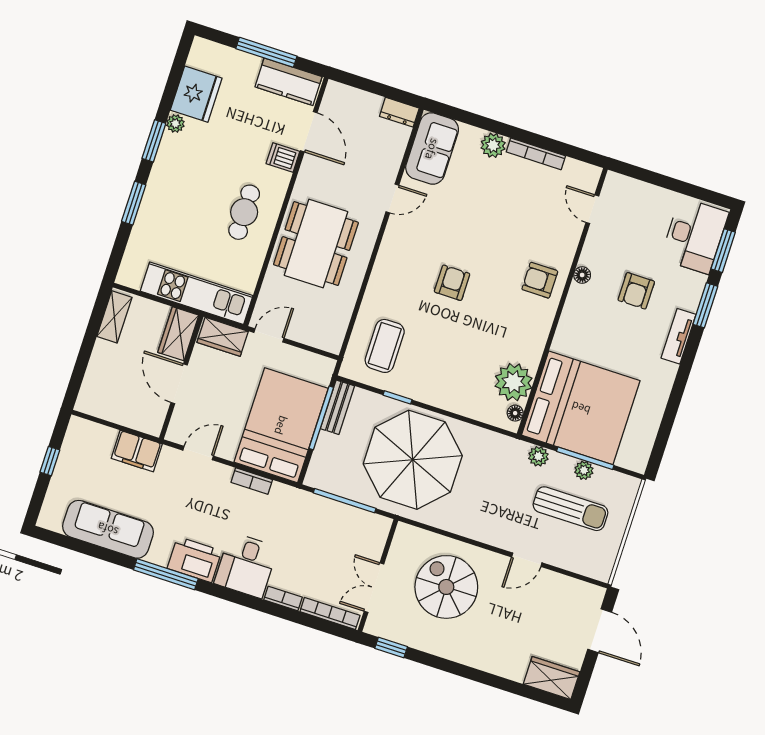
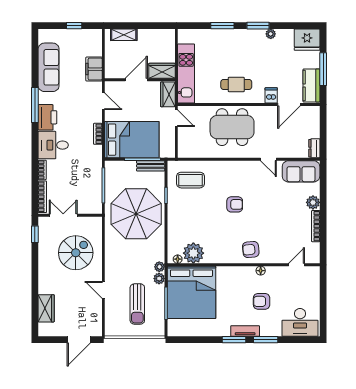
fridge: (196, 94) -> (307, 40), moved
window: (723, 251) -> (234, 340), moved
armchair: (540, 280) -> (251, 250), turned -96
shelving: (114, 317) -> (124, 35), moved
plant: (584, 470) -> (159, 267), moved
wardrobe: (552, 678) -> (46, 308), moved

